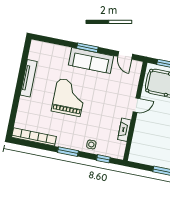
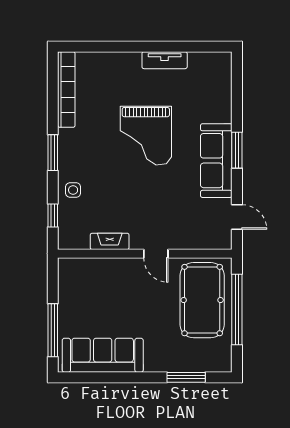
door: (125, 55) -> (237, 217), swing flipped
tv unit: (29, 78) -> (165, 60), width x0.71
grand piano: (69, 97) -> (146, 136), turned 90

